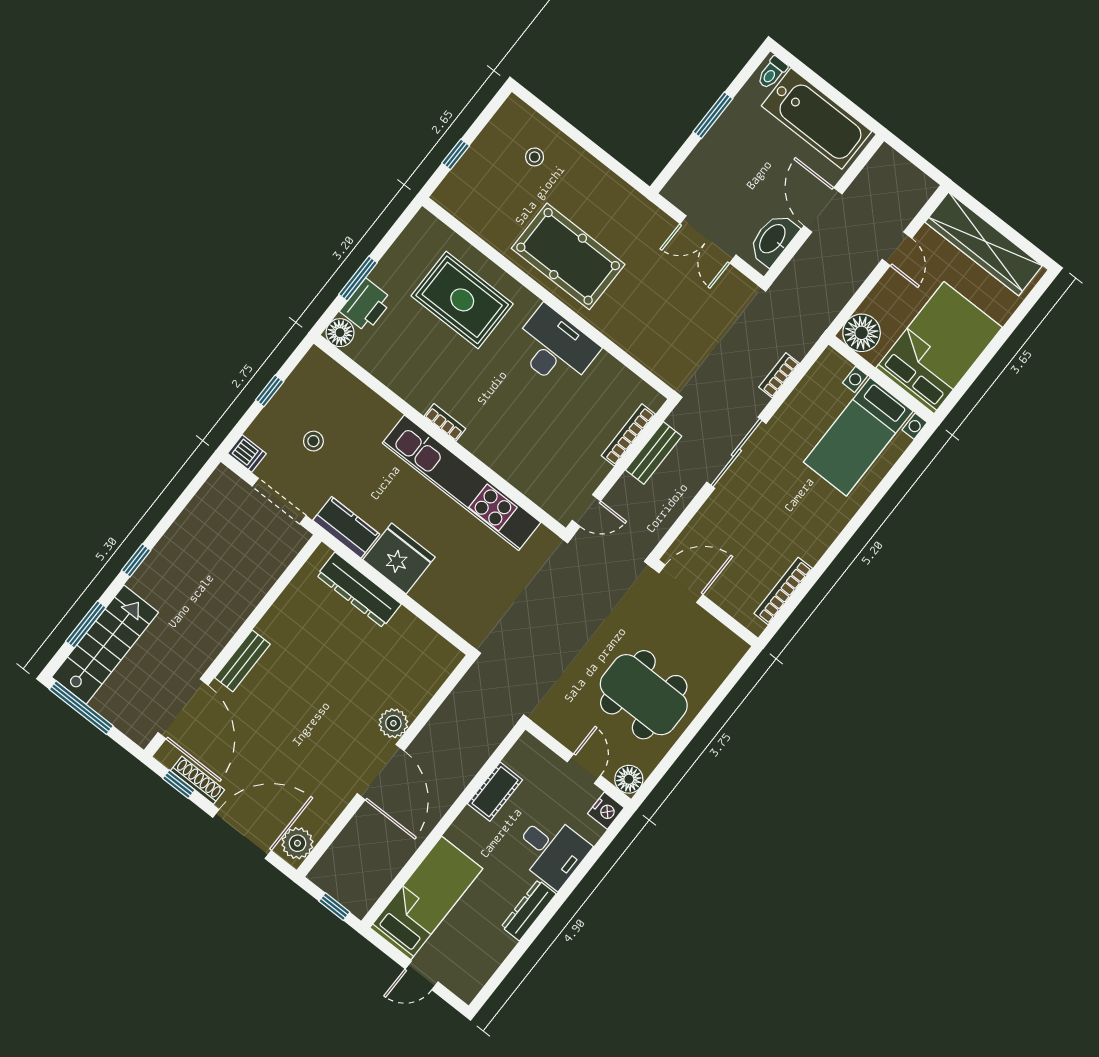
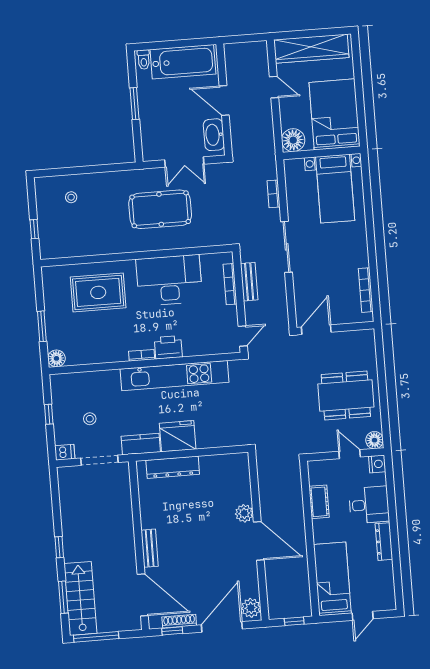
pool table: (568, 256) -> (160, 209), moved
printer: (366, 305) -> (168, 347), moved, turned -90
desk: (555, 348) -> (169, 280), width x1.36, depth x1.30

